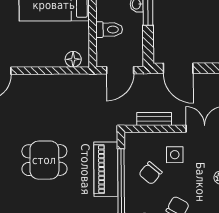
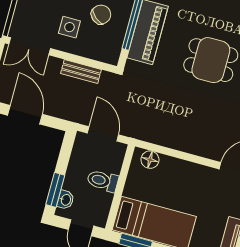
door: (178, 68) -> (25, 115), moved
door: (120, 70) -> (103, 134), hinge flipped

